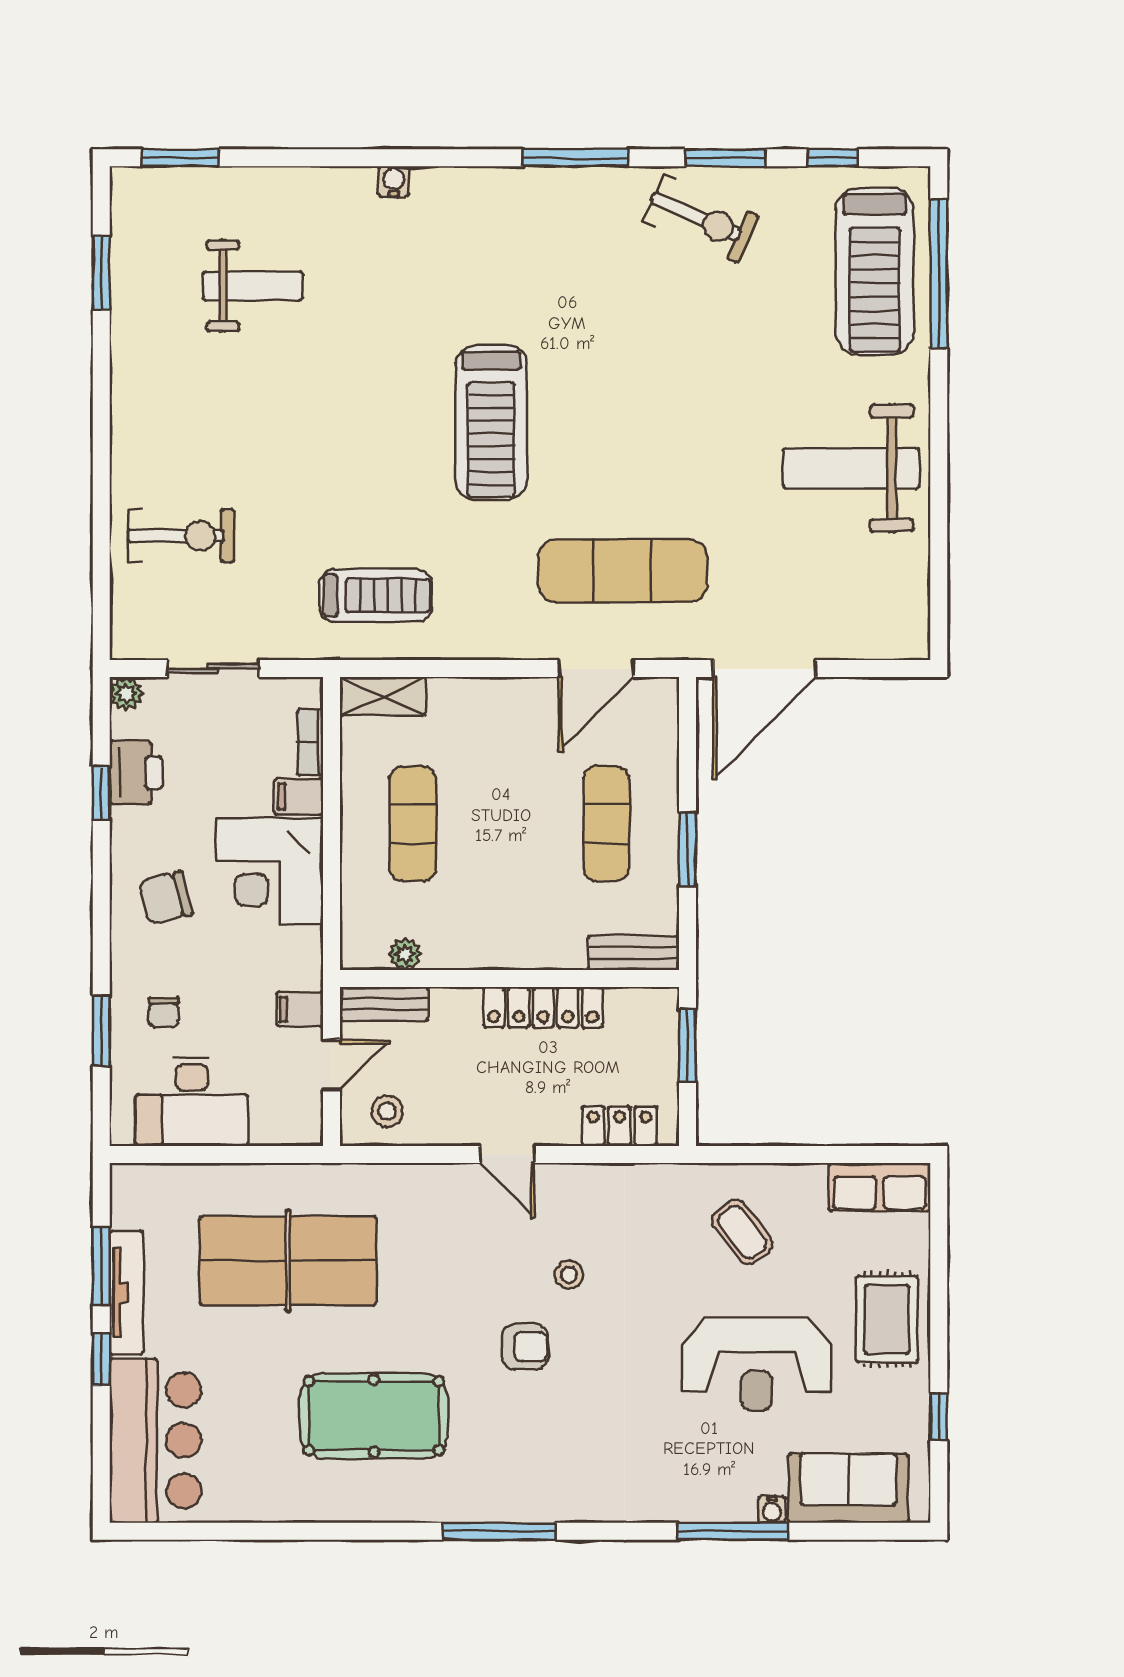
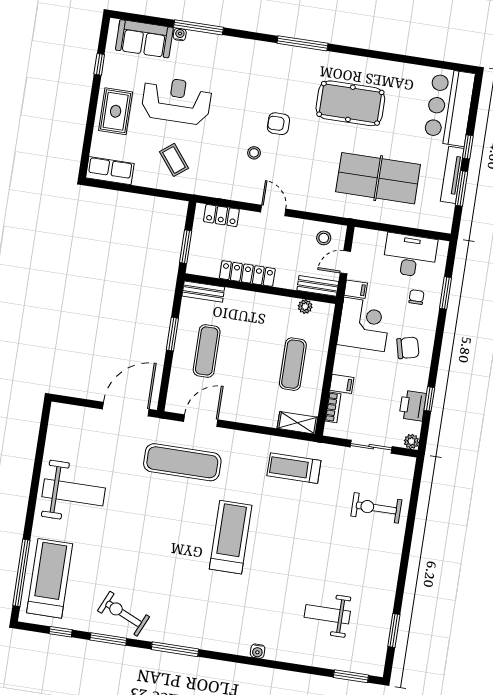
corner desk: (270, 872) -> (364, 324), moved

